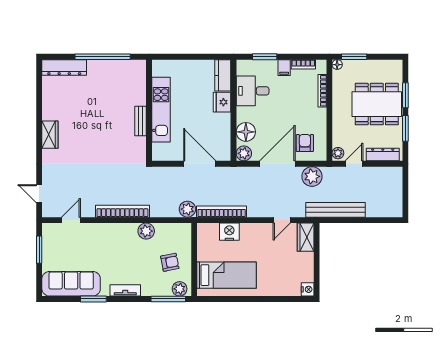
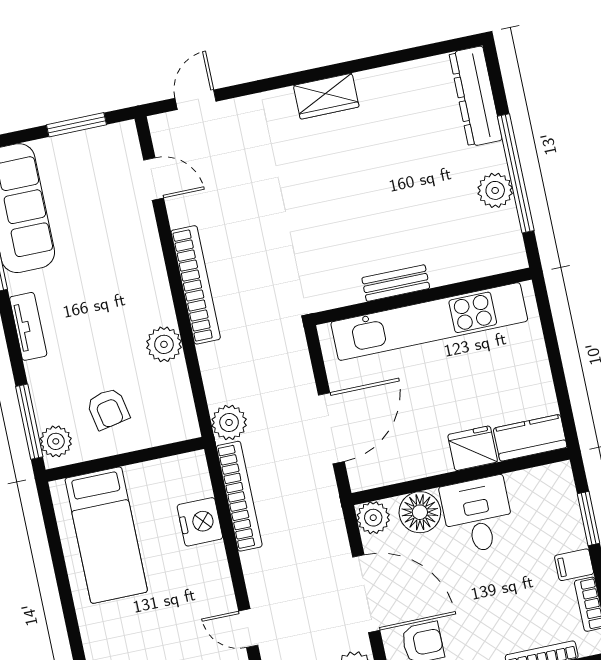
plant: (108, 68) -> (495, 190), added
desk: (253, 91) -> (478, 515), moved
kitchen unit: (161, 110) -> (429, 322), width x1.36

